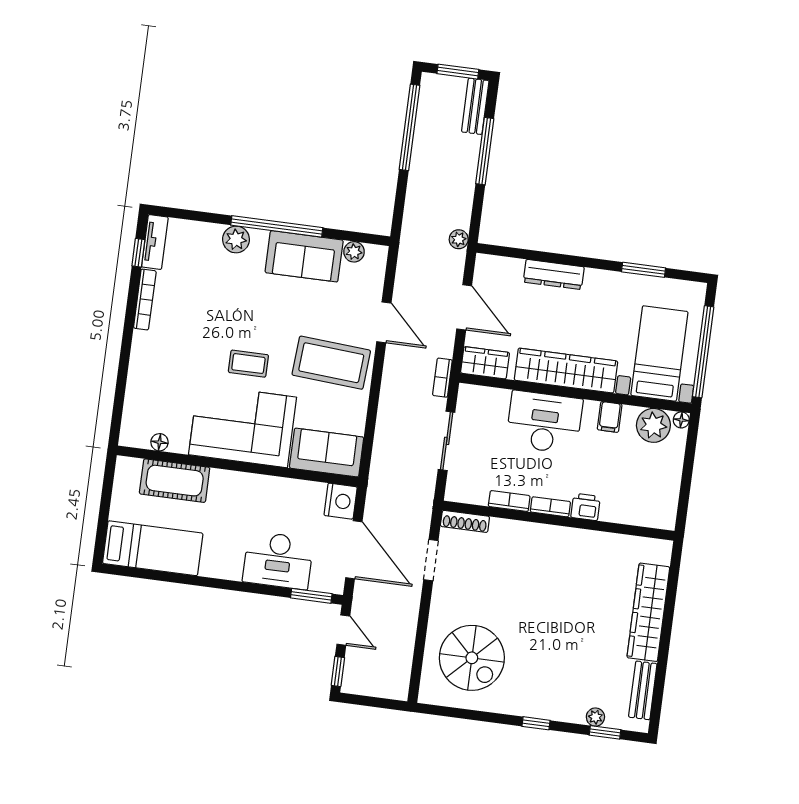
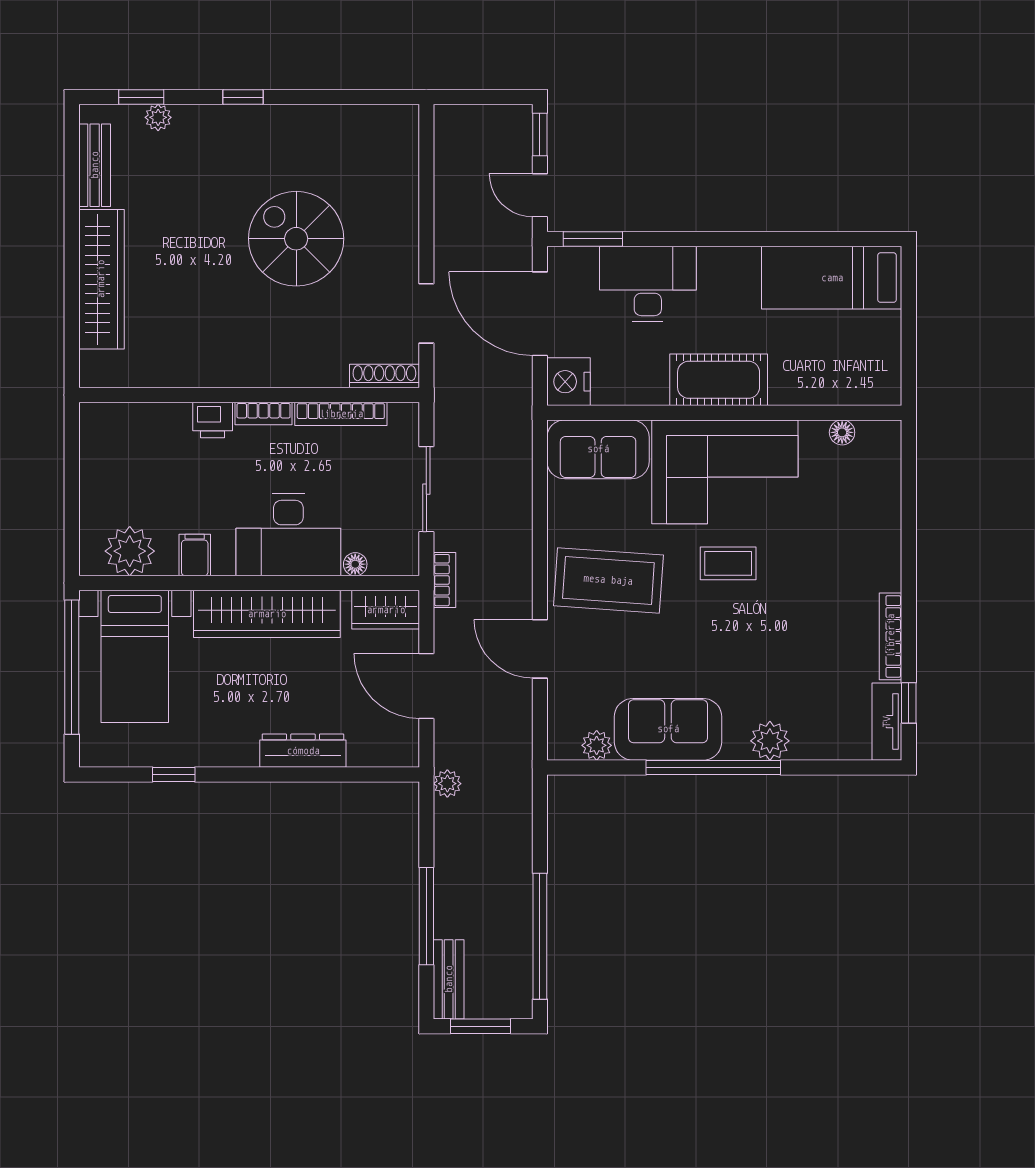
window: (643, 270) -> (174, 775), width x0.67
floor lamp: (681, 420) -> (355, 564), moved
cot: (175, 481) -> (719, 380), moved
bookcase: (509, 501) -> (341, 414), width x1.56
spiral stairs: (472, 658) -> (296, 239), moved

